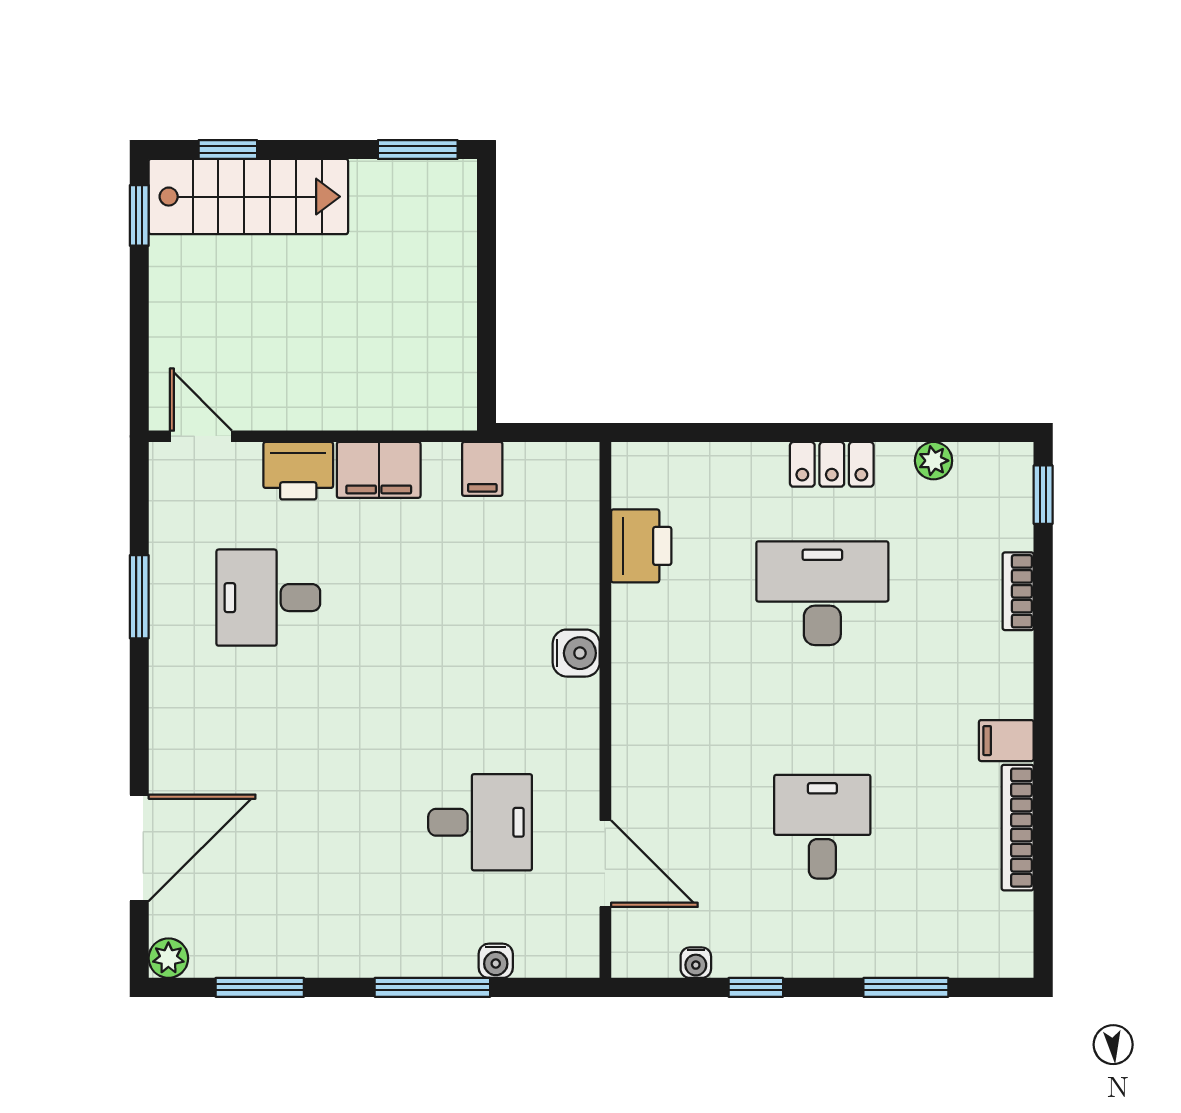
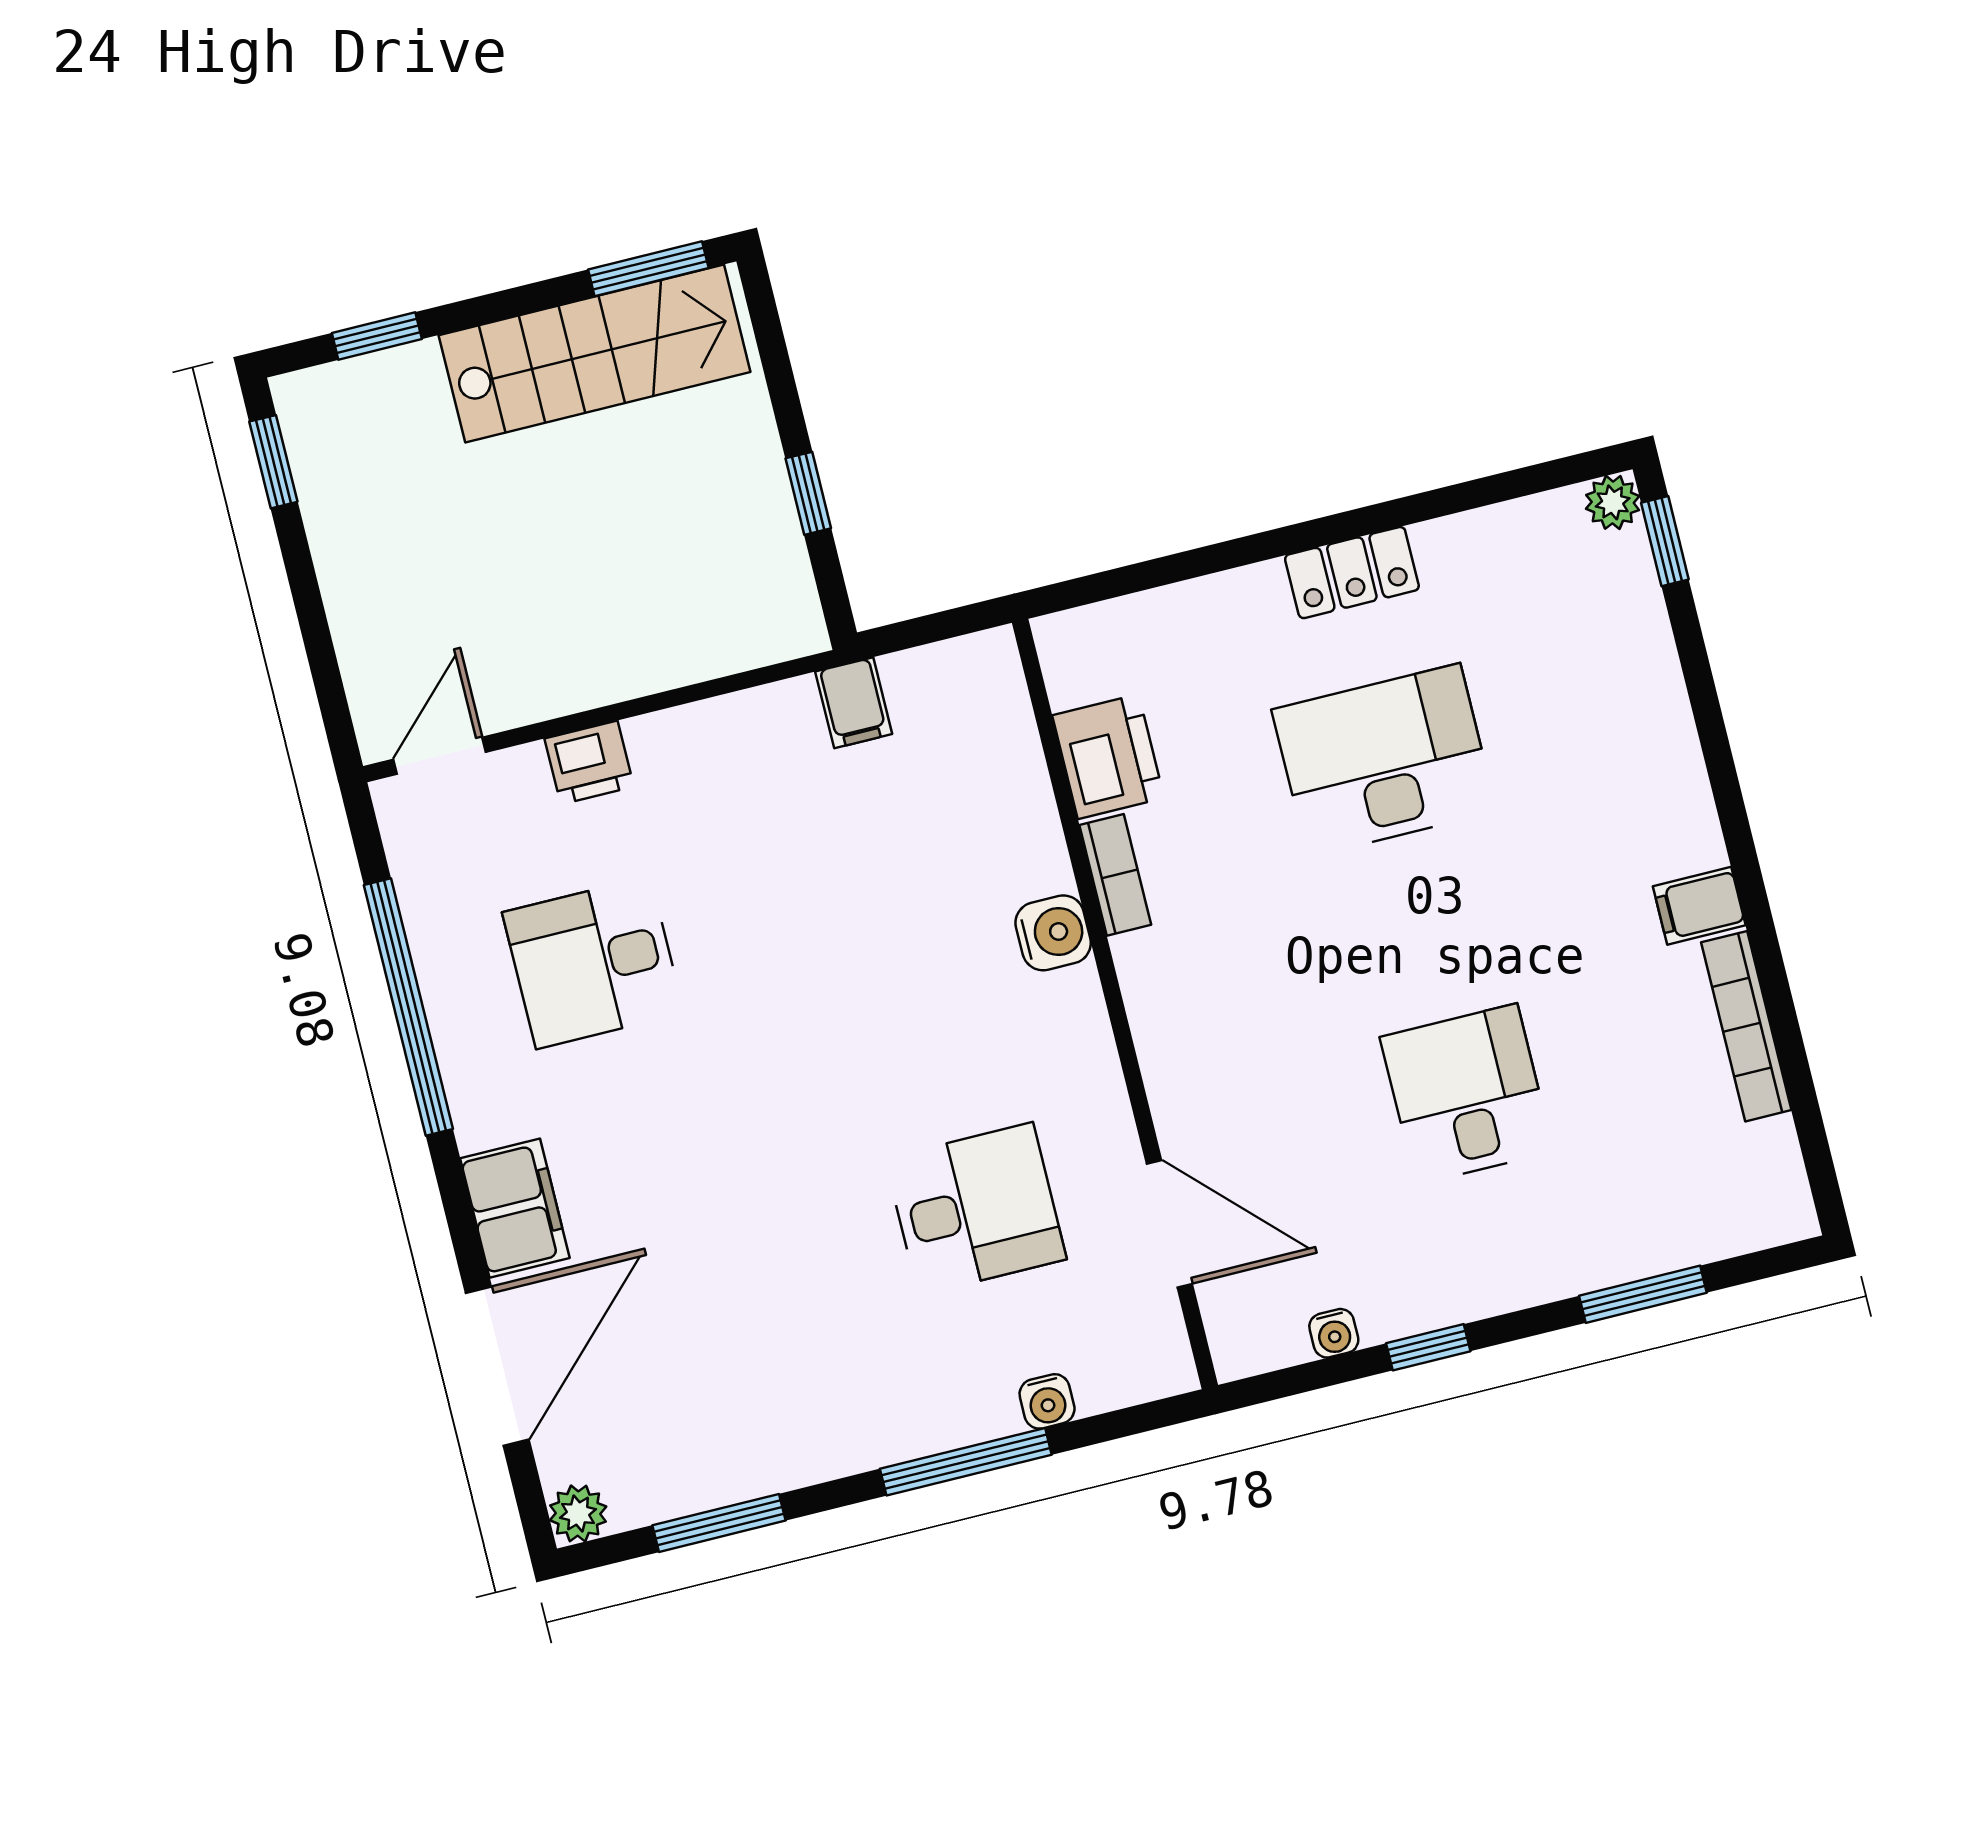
stairs: (248, 197) -> (595, 354), moved
window: (486, 324) -> (808, 493), added
door: (201, 436) -> (440, 756), hinge flipped
plant: (934, 461) -> (1613, 502), moved
filing cabinet: (379, 470) -> (515, 1208), moved, turned -90
printer: (298, 471) -> (589, 763), width x0.73, depth x0.81
bookcase: (1018, 591) -> (1115, 875), moved, turned 180
window: (139, 597) -> (408, 1007), width x2.11

